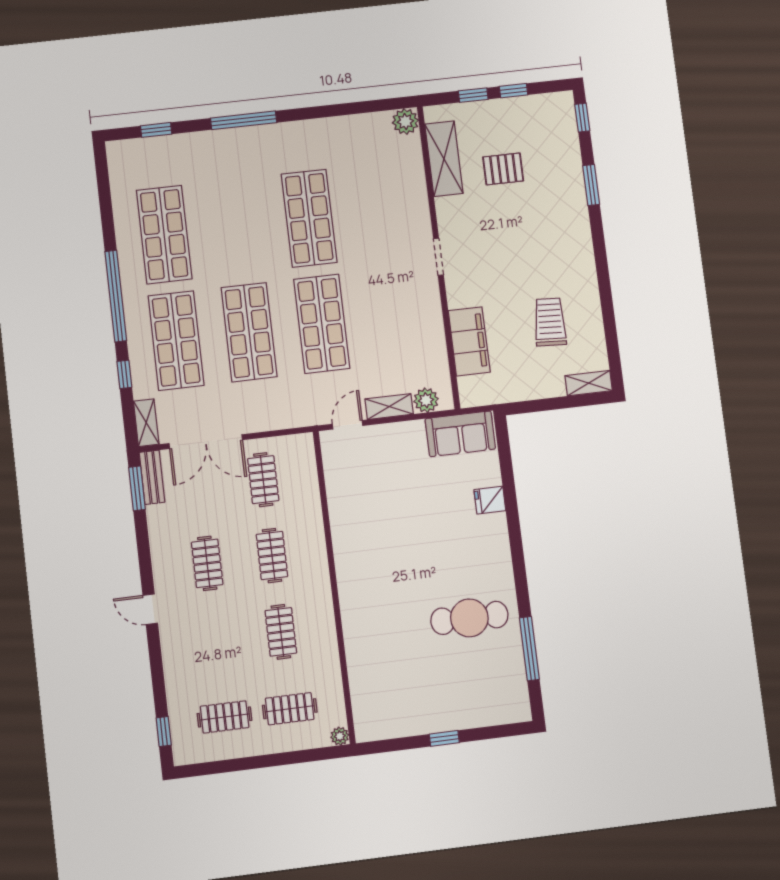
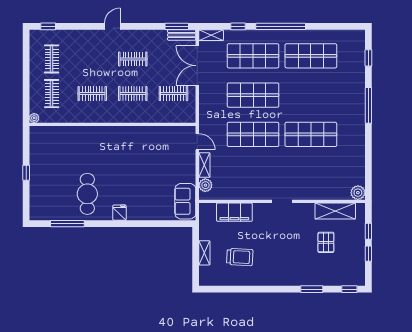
shelving: (589, 383) -> (204, 253), moved
fridge: (490, 500) -> (119, 213), moved

